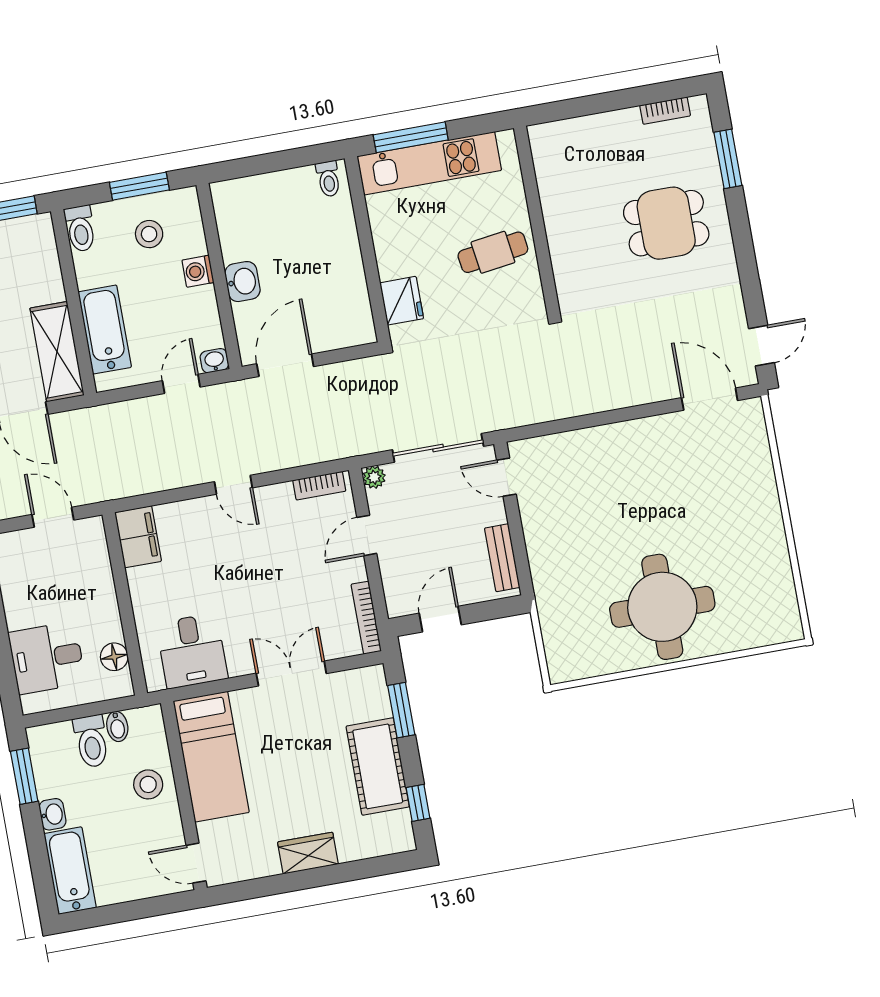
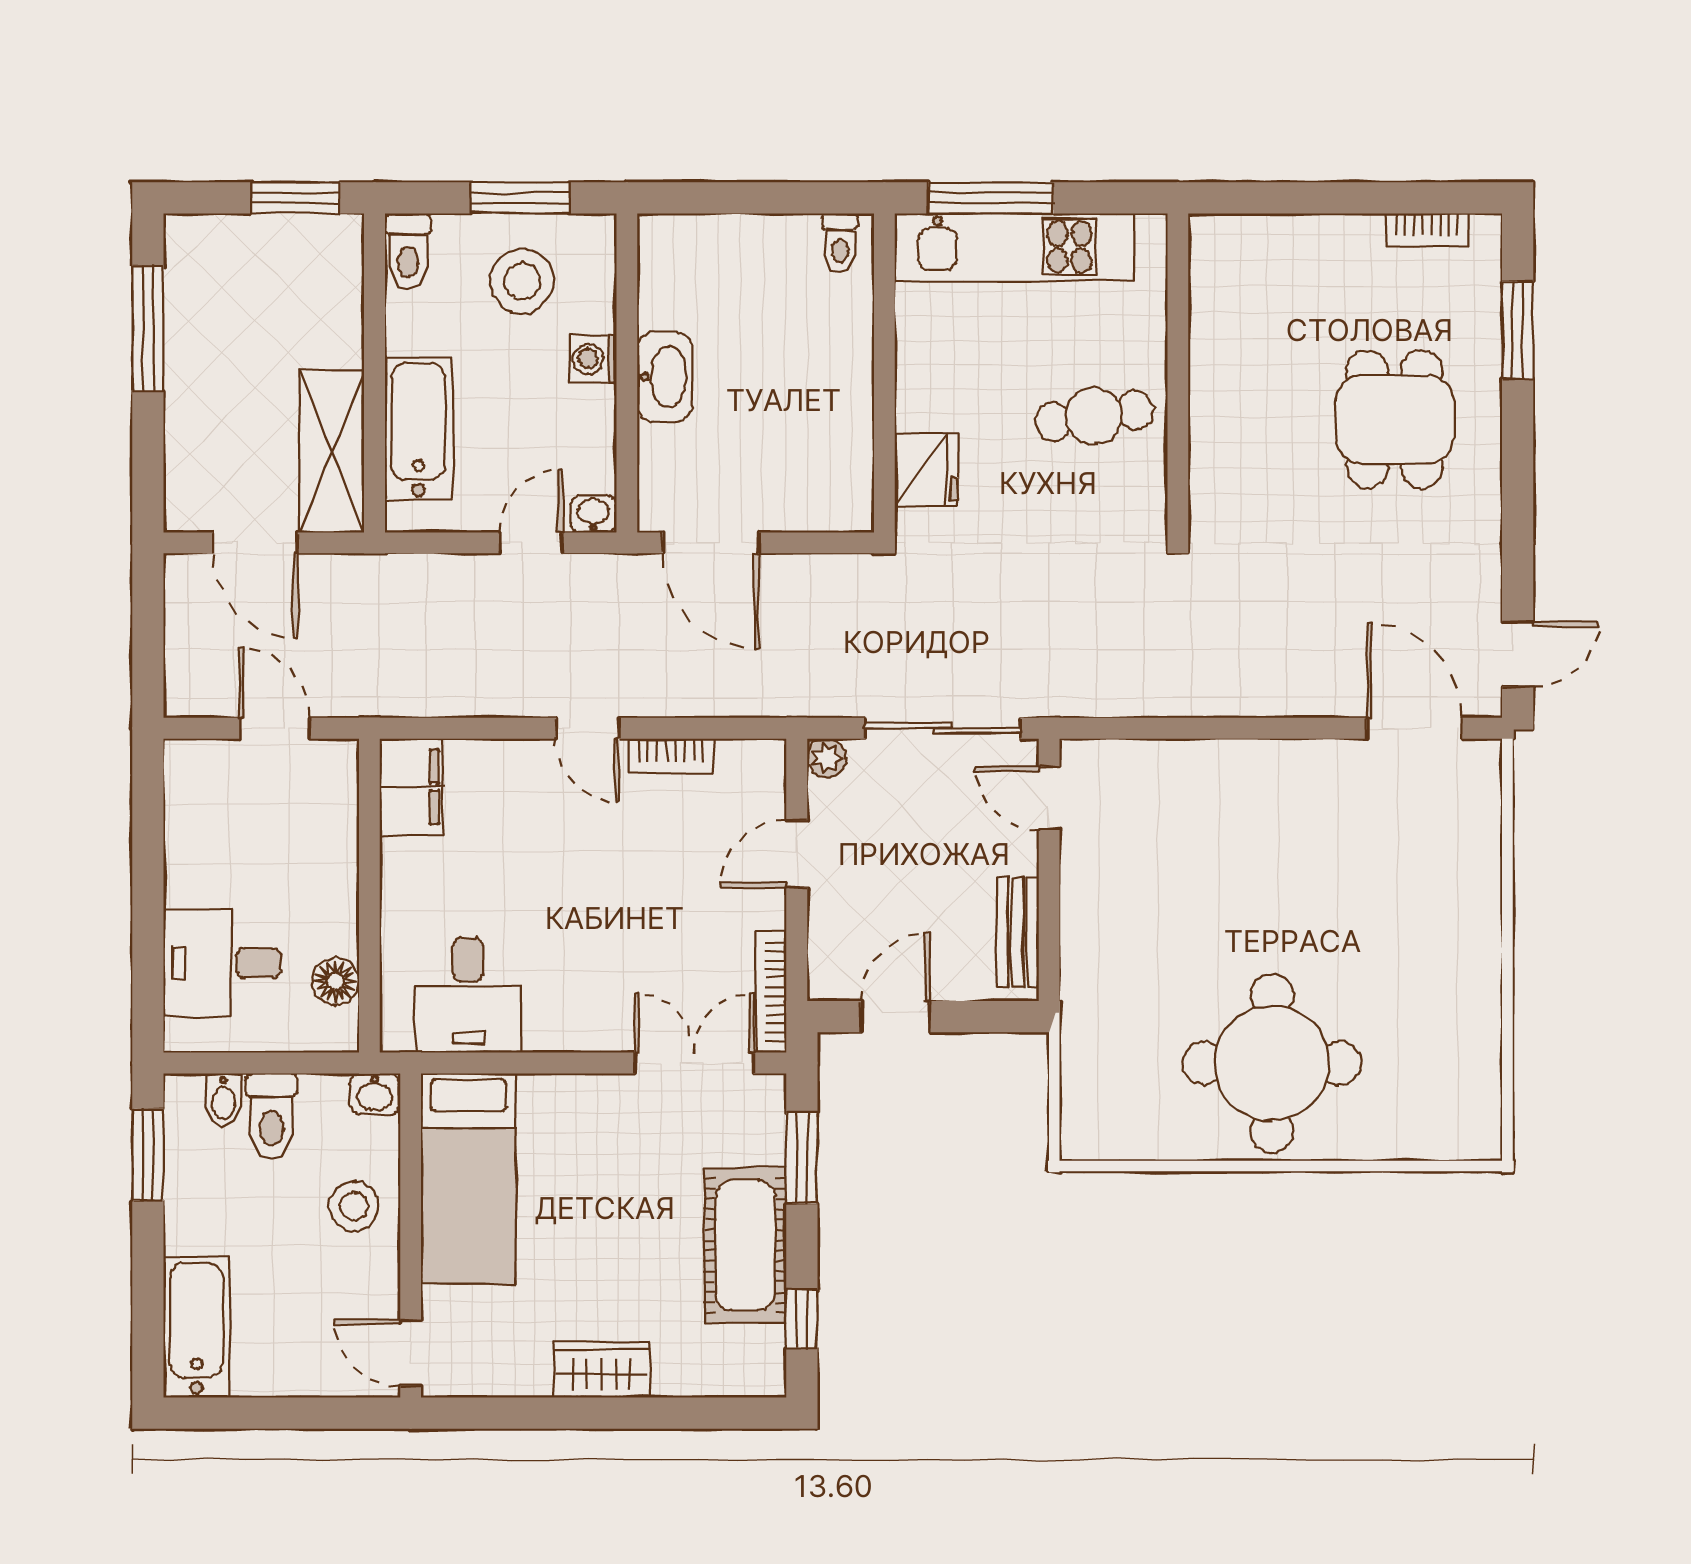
dining table: (666, 223) -> (1395, 419), turned 90
stool: (149, 234) -> (522, 281), width x1.38, depth x1.38
washbasin: (242, 282) -> (665, 377), width x1.38
door: (285, 365) -> (711, 543), swing flipped
bookcase: (319, 486) -> (671, 756), moved
double door: (291, 673) -> (694, 1063), moved
bidet: (117, 726) -> (223, 1099), moved
washbasin: (52, 814) -> (375, 1094), moved, turned 90

